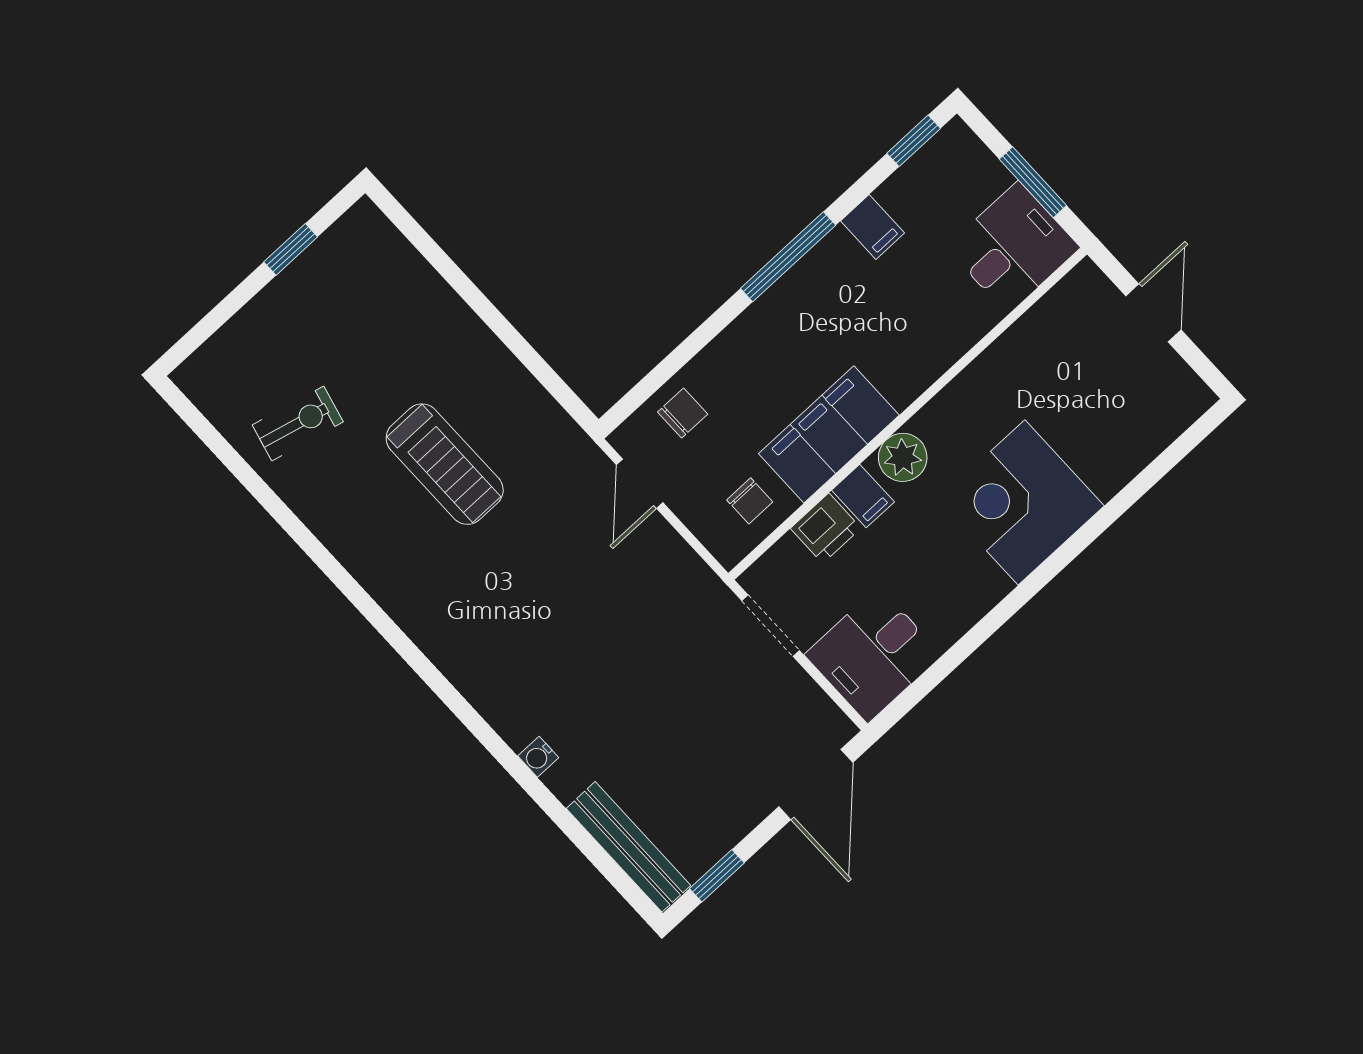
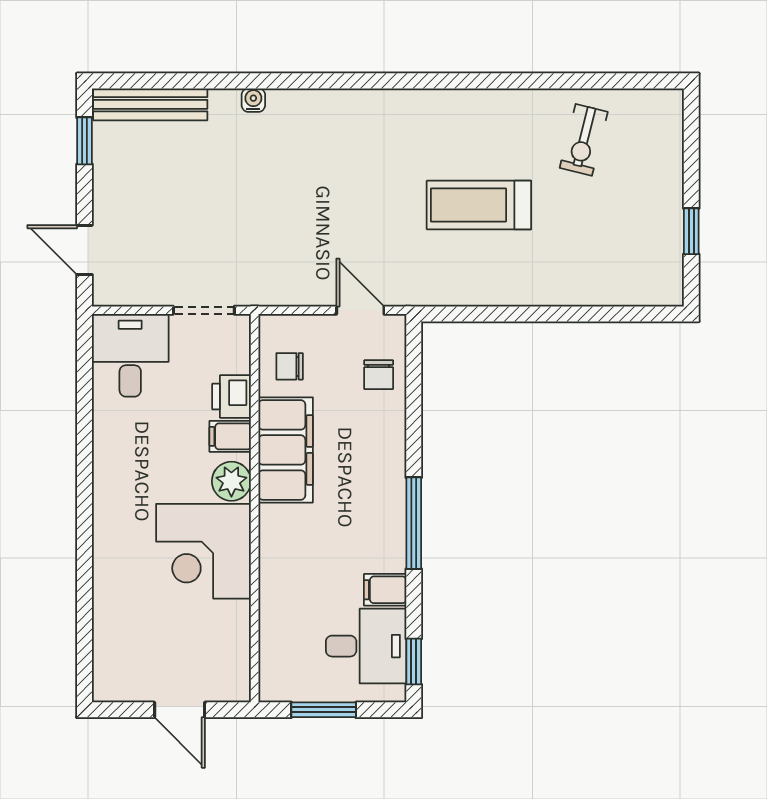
desk: (1013, 247) -> (366, 646), moved, turned -90
corner desk: (1022, 502) -> (204, 551), moved, turned 180
door: (816, 784) -> (84, 250), width x0.73

